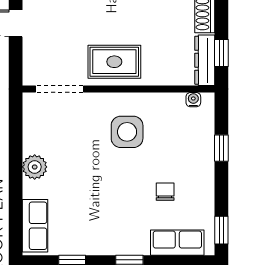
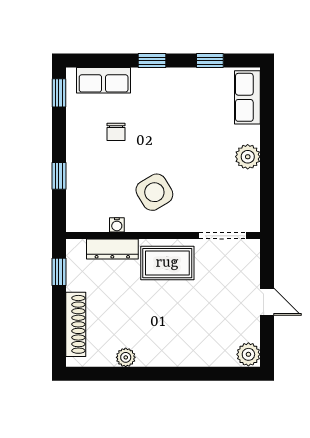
dresser: (205, 60) -> (112, 249), moved, turned 90
water cooler: (193, 100) -> (117, 225), moved
side table: (127, 132) -> (154, 192), turned -31

